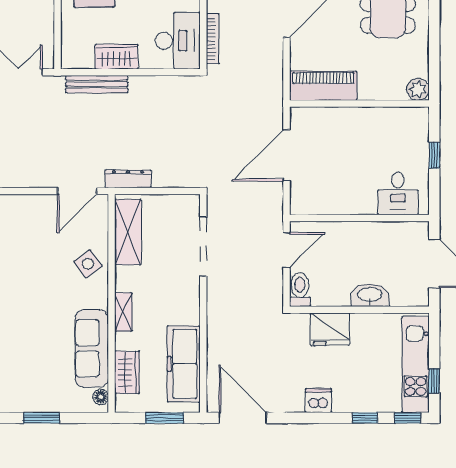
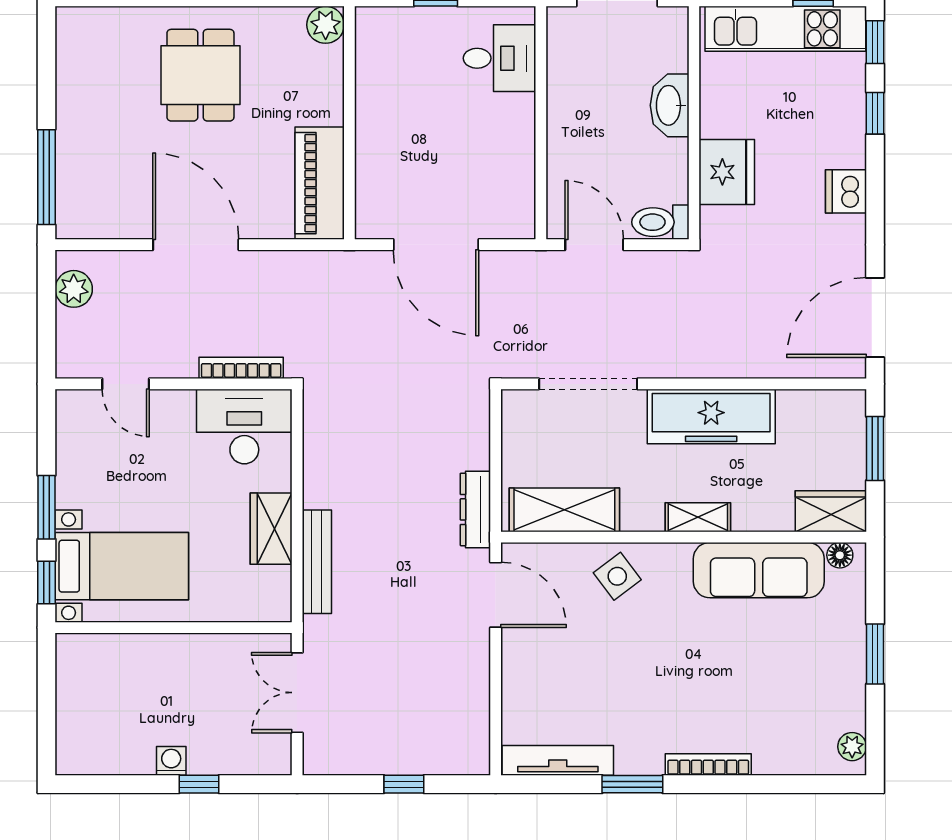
freezer: (184, 364) -> (711, 417), moved
wardrobe: (127, 372) -> (831, 511), moved

